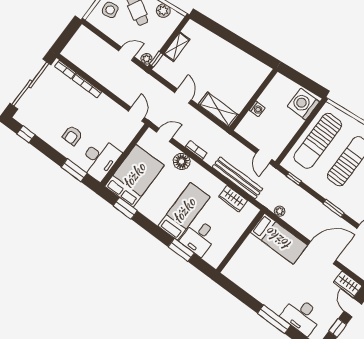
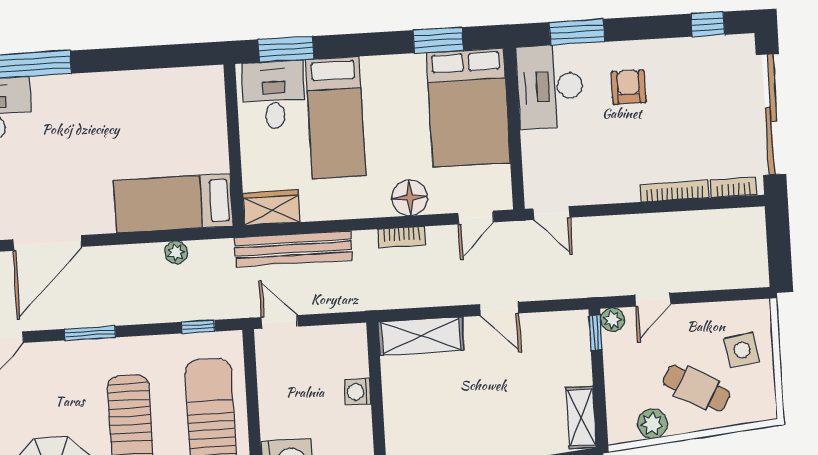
shelving: (177, 47) -> (581, 417), moved
bed: (279, 239) -> (173, 203), moved
wall: (240, 241) -> (234, 145), moved

